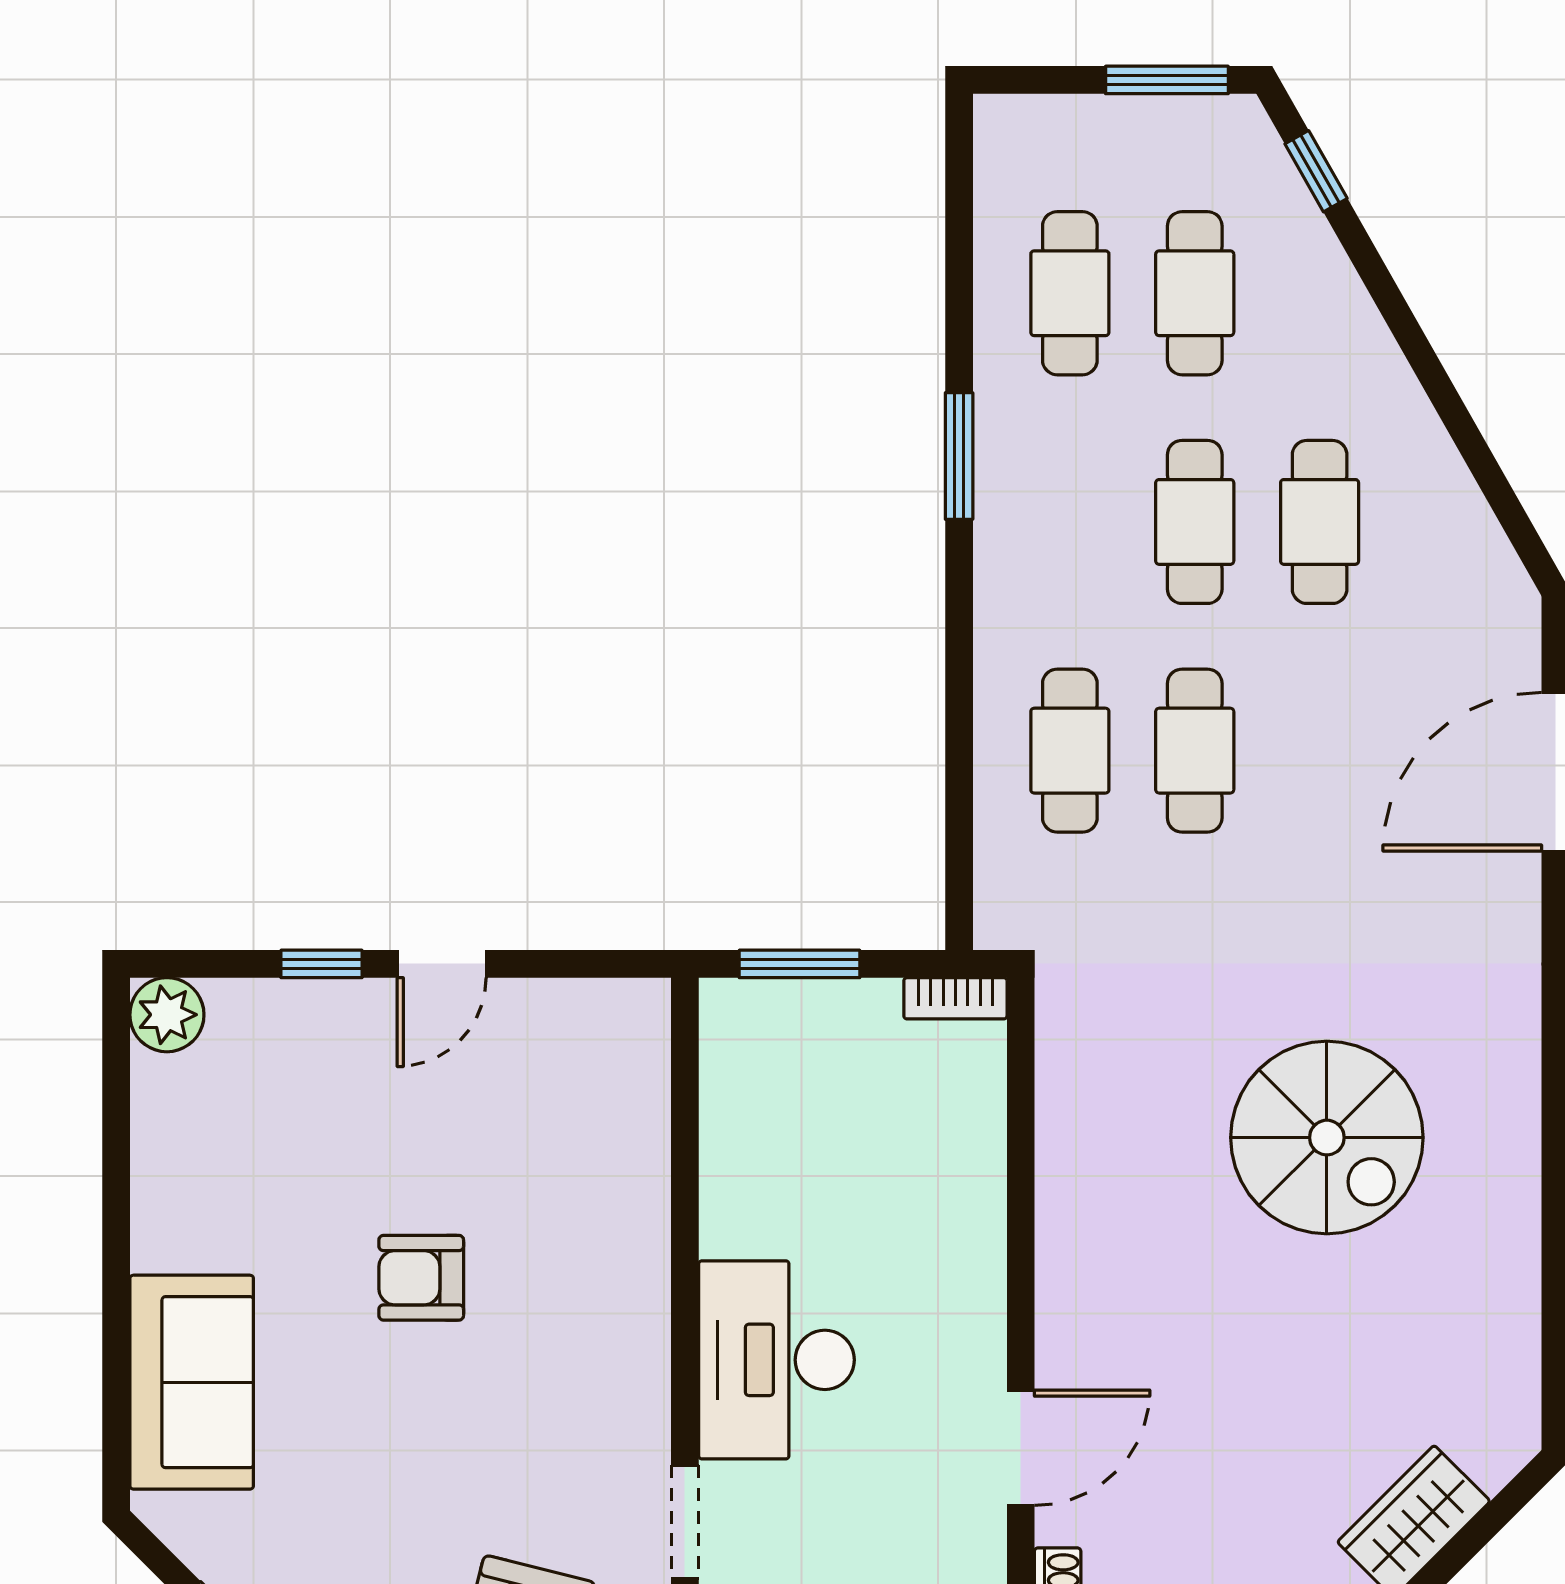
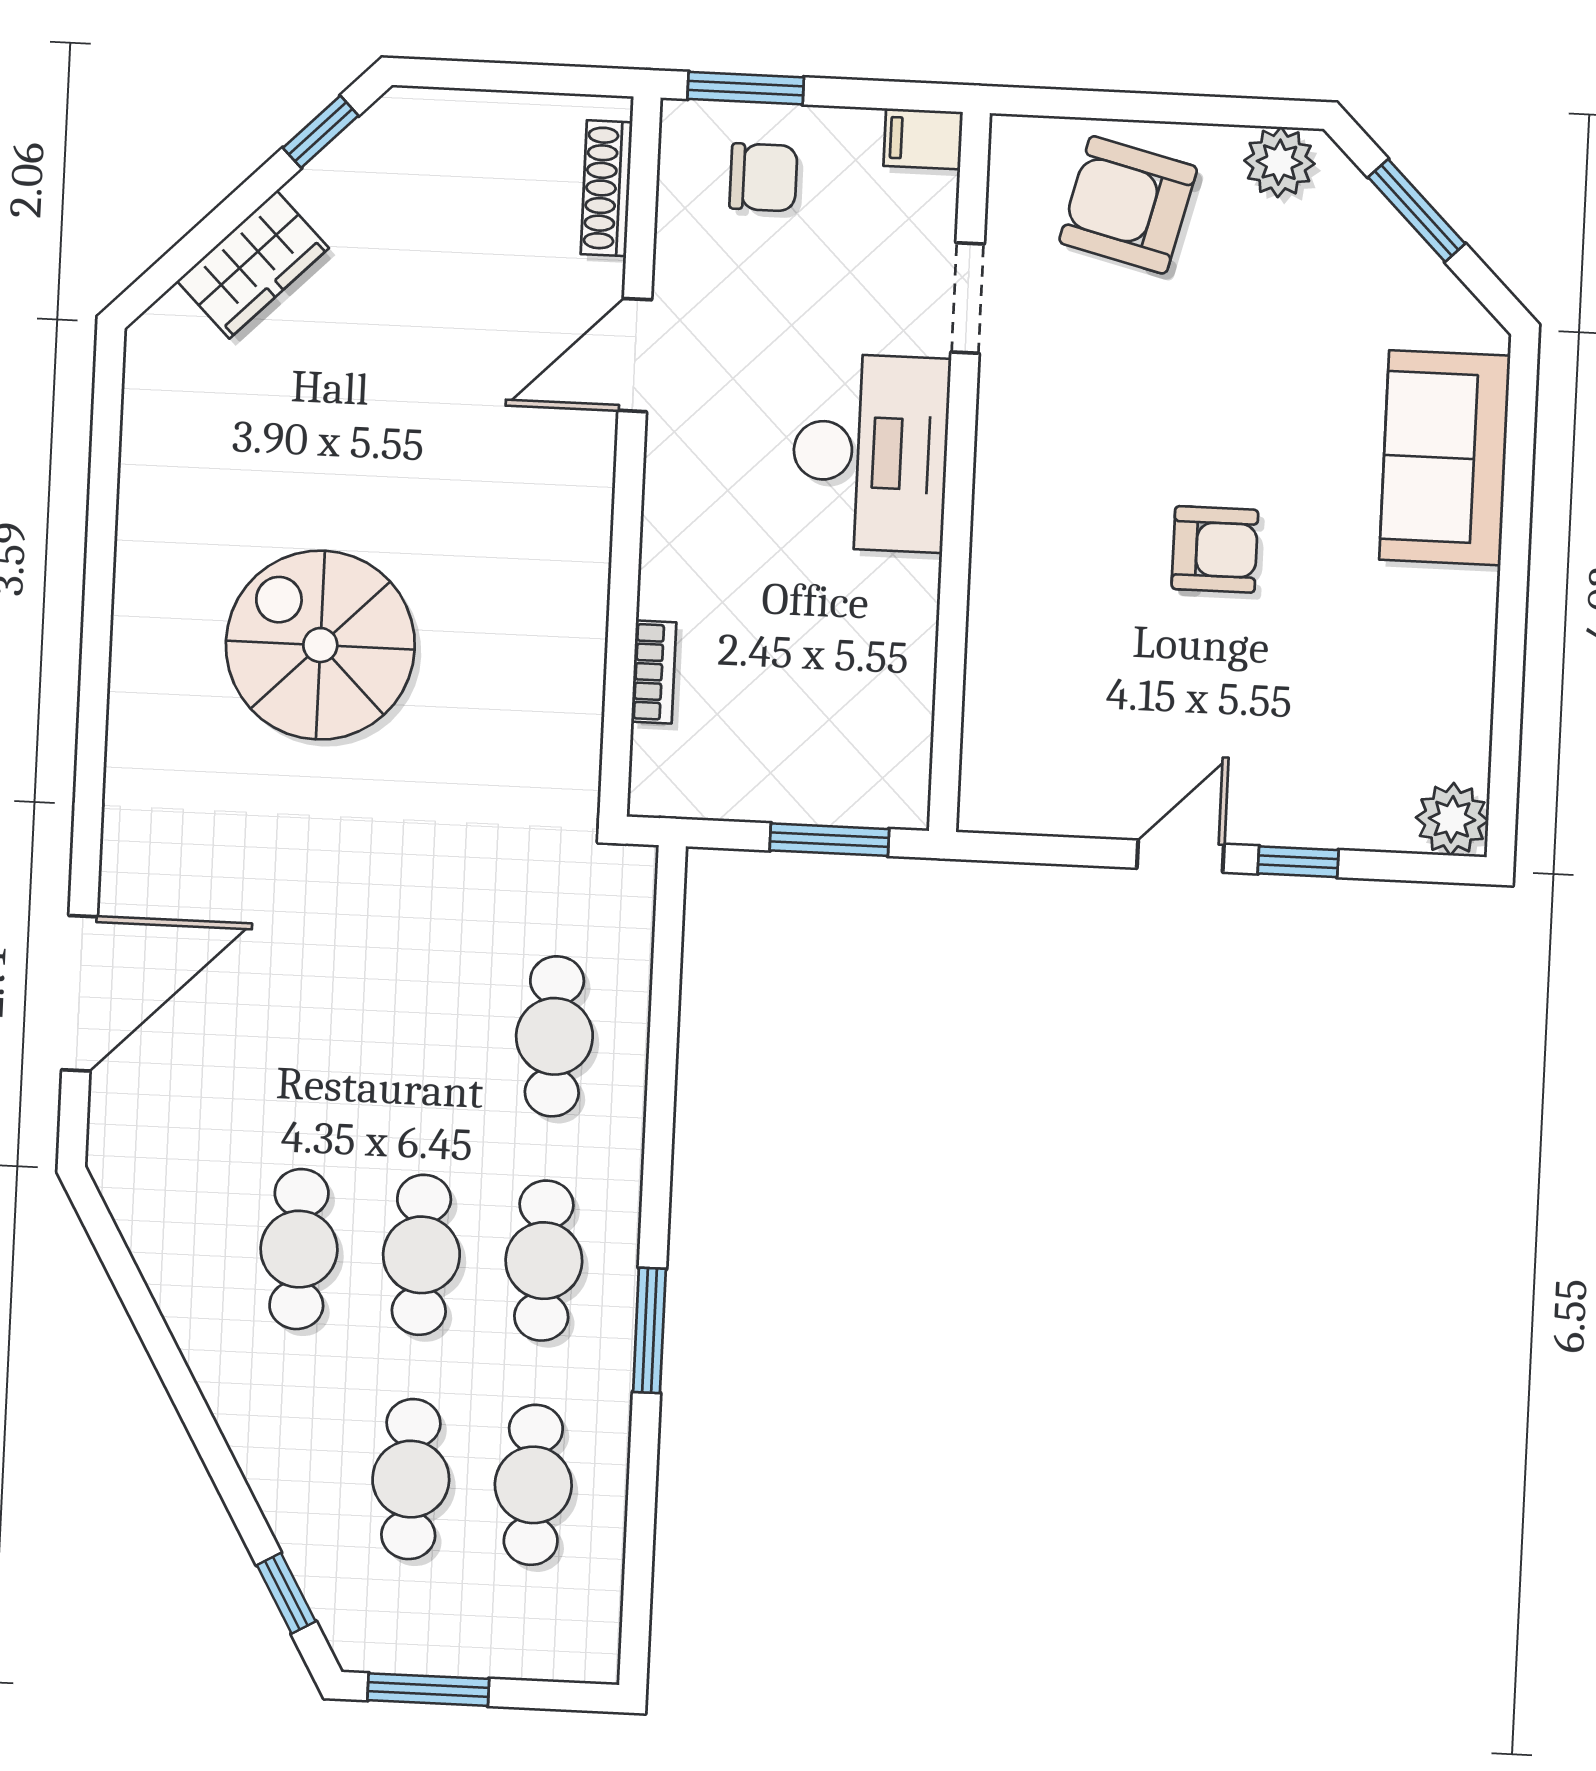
cafe table: (1195, 751) -> (544, 1261), moved
bookcase: (955, 998) -> (654, 672), moved, turned 90

